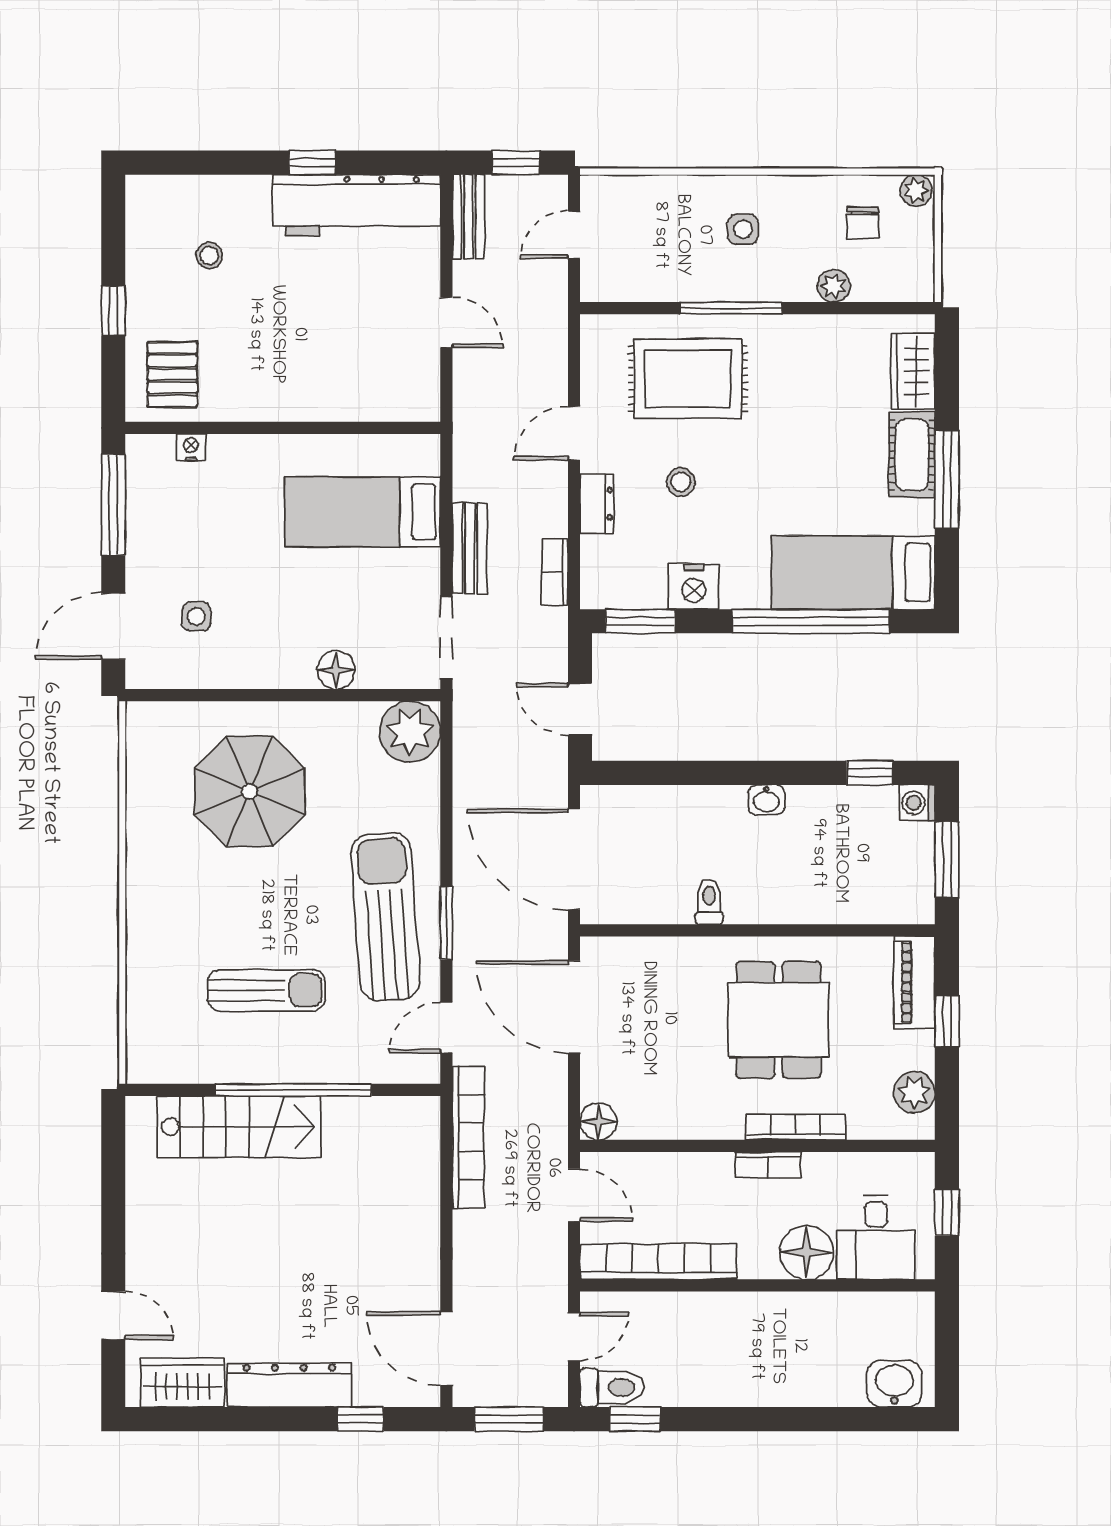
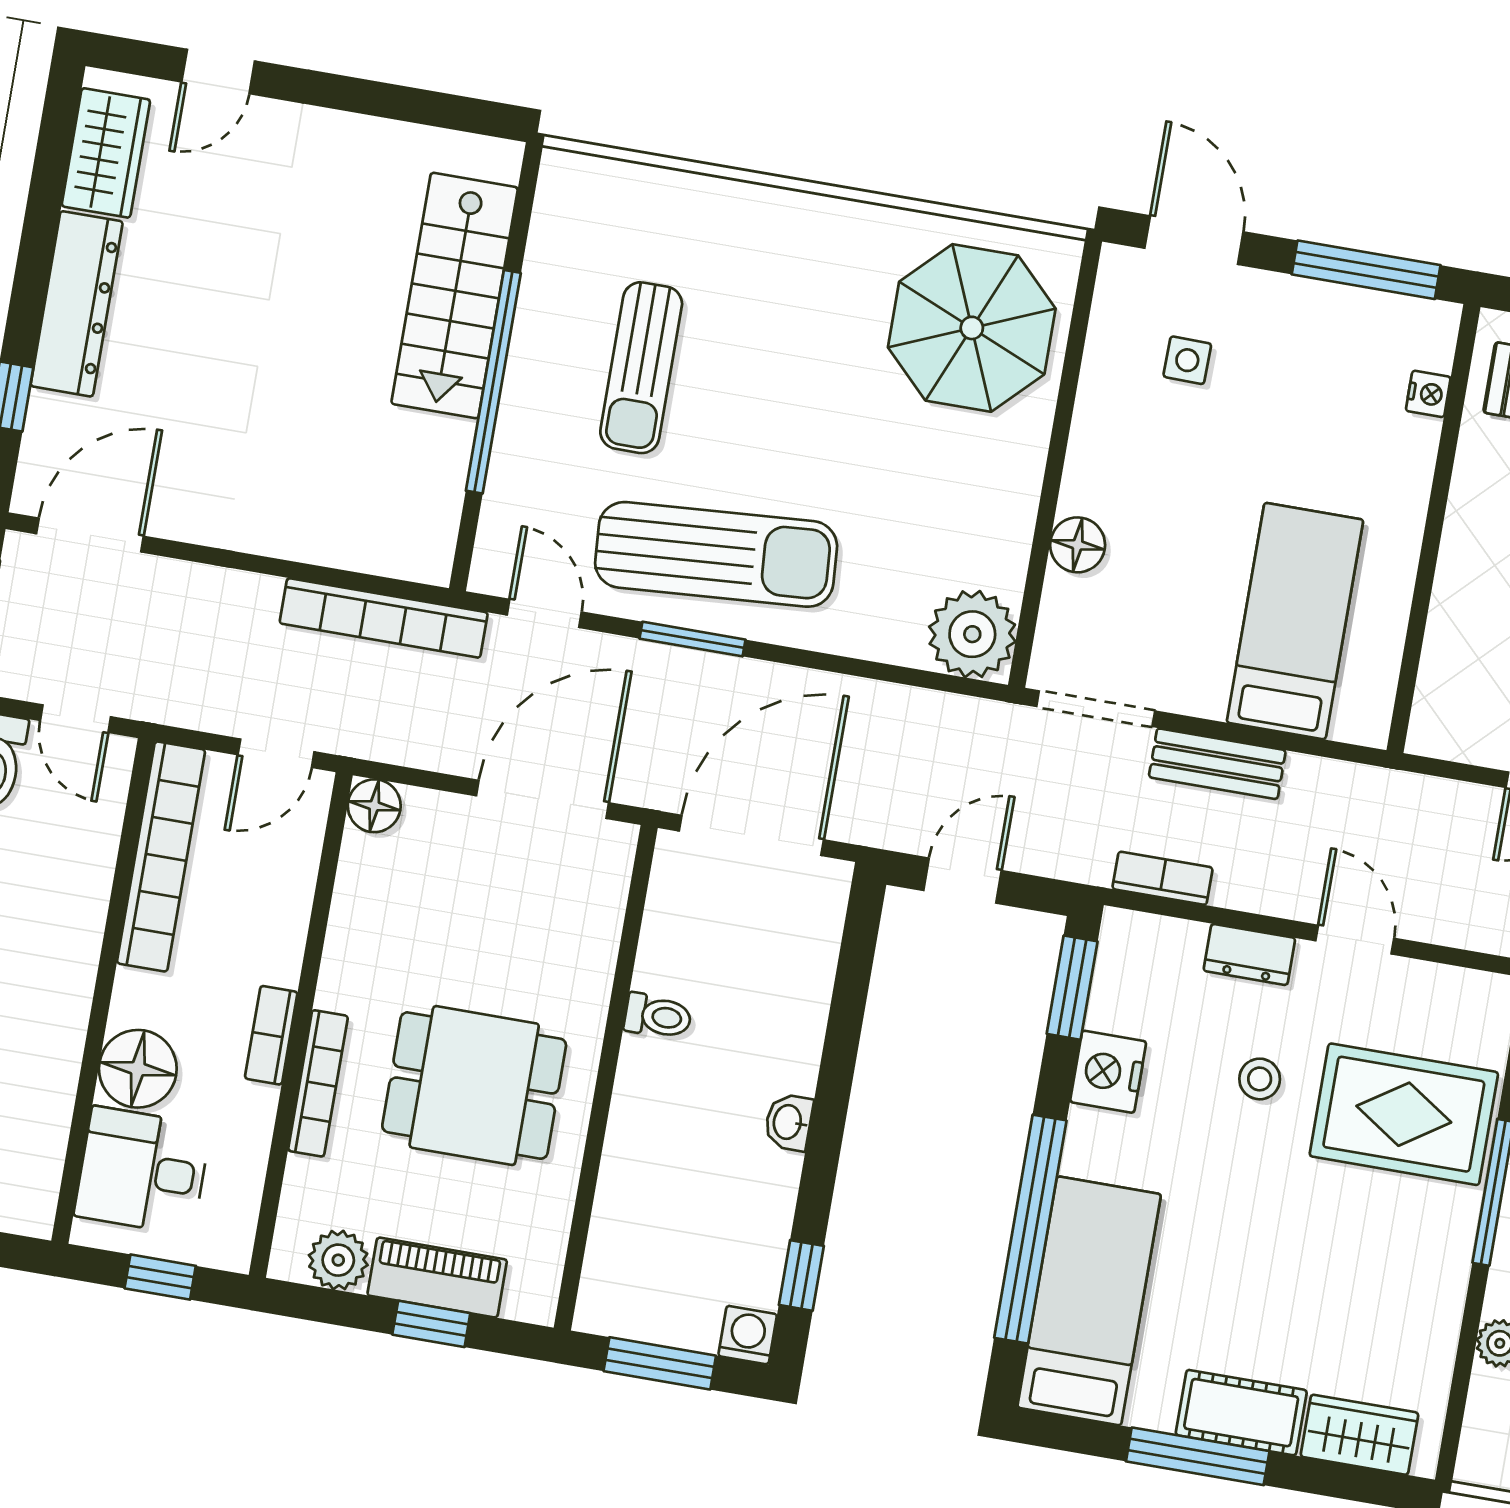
rug: (688, 379) -> (1404, 1114), turned 90
parasol: (250, 791) -> (972, 328), moved
piano: (914, 982) -> (437, 1277), moved

